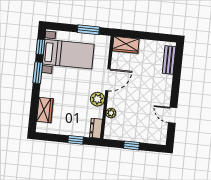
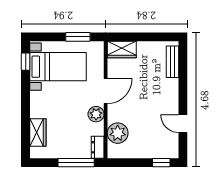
window: (38, 73) -> (26, 91), removed
plant: (111, 113) -> (118, 133), width x1.88, depth x1.88
window: (76, 140) -> (76, 163), width x2.17
window: (132, 145) -> (161, 163), moved

